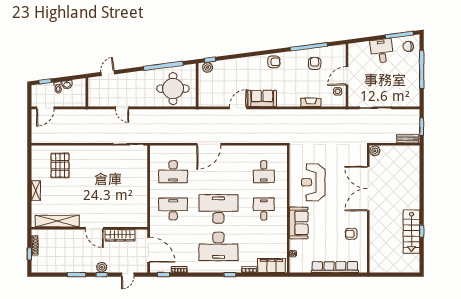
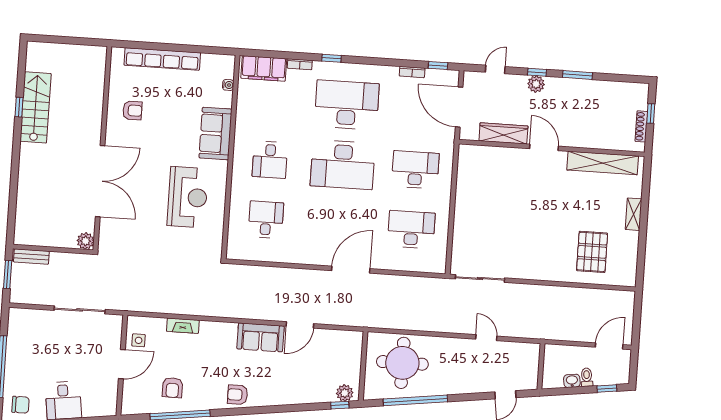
desk: (173, 209) -> (415, 170), turned 180

